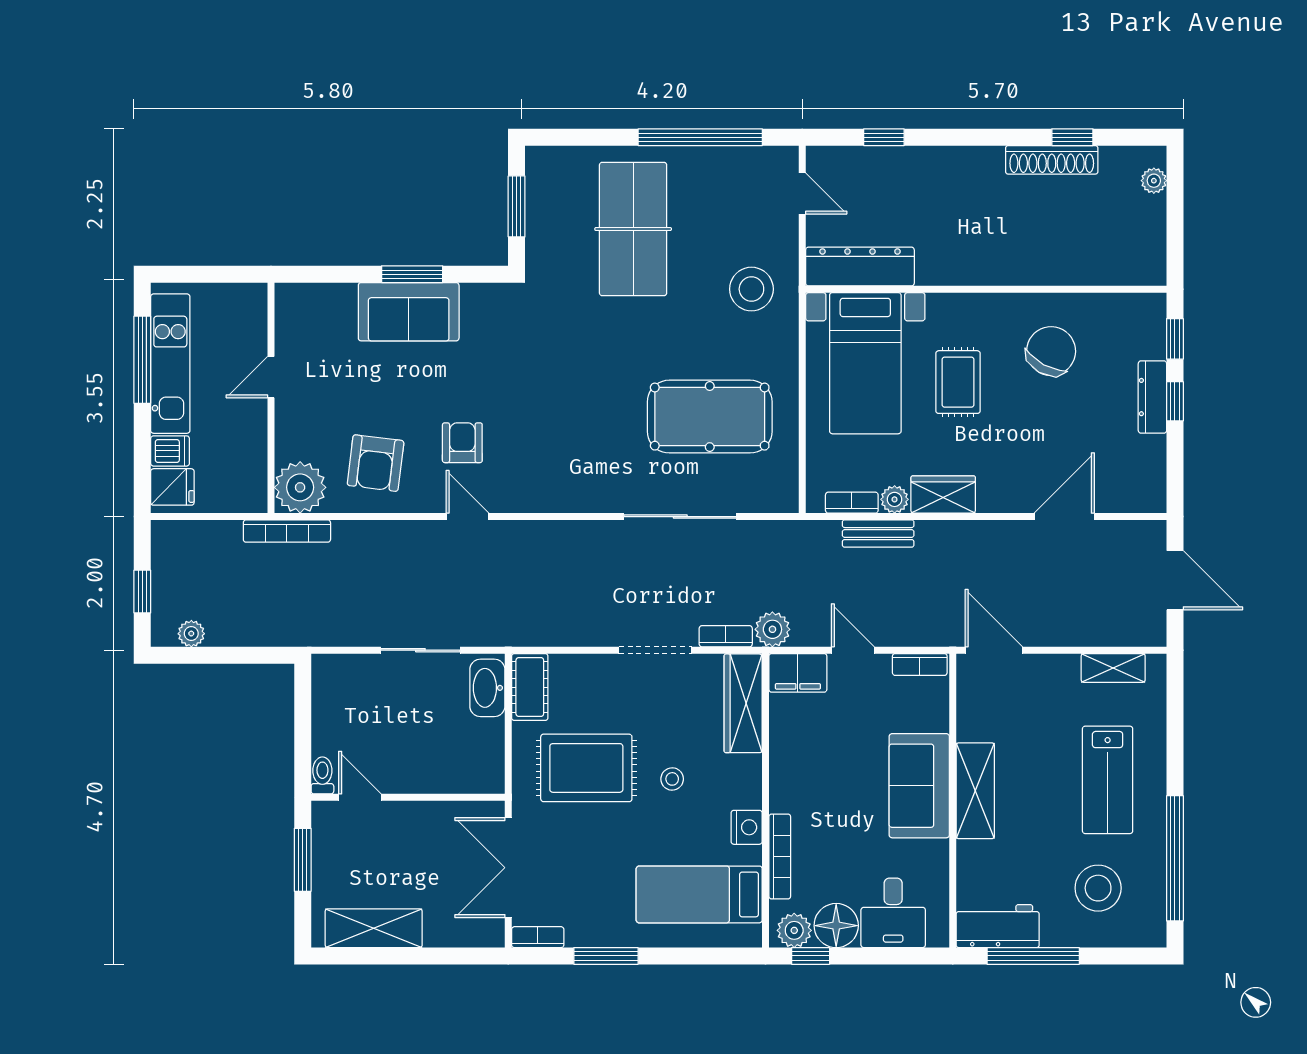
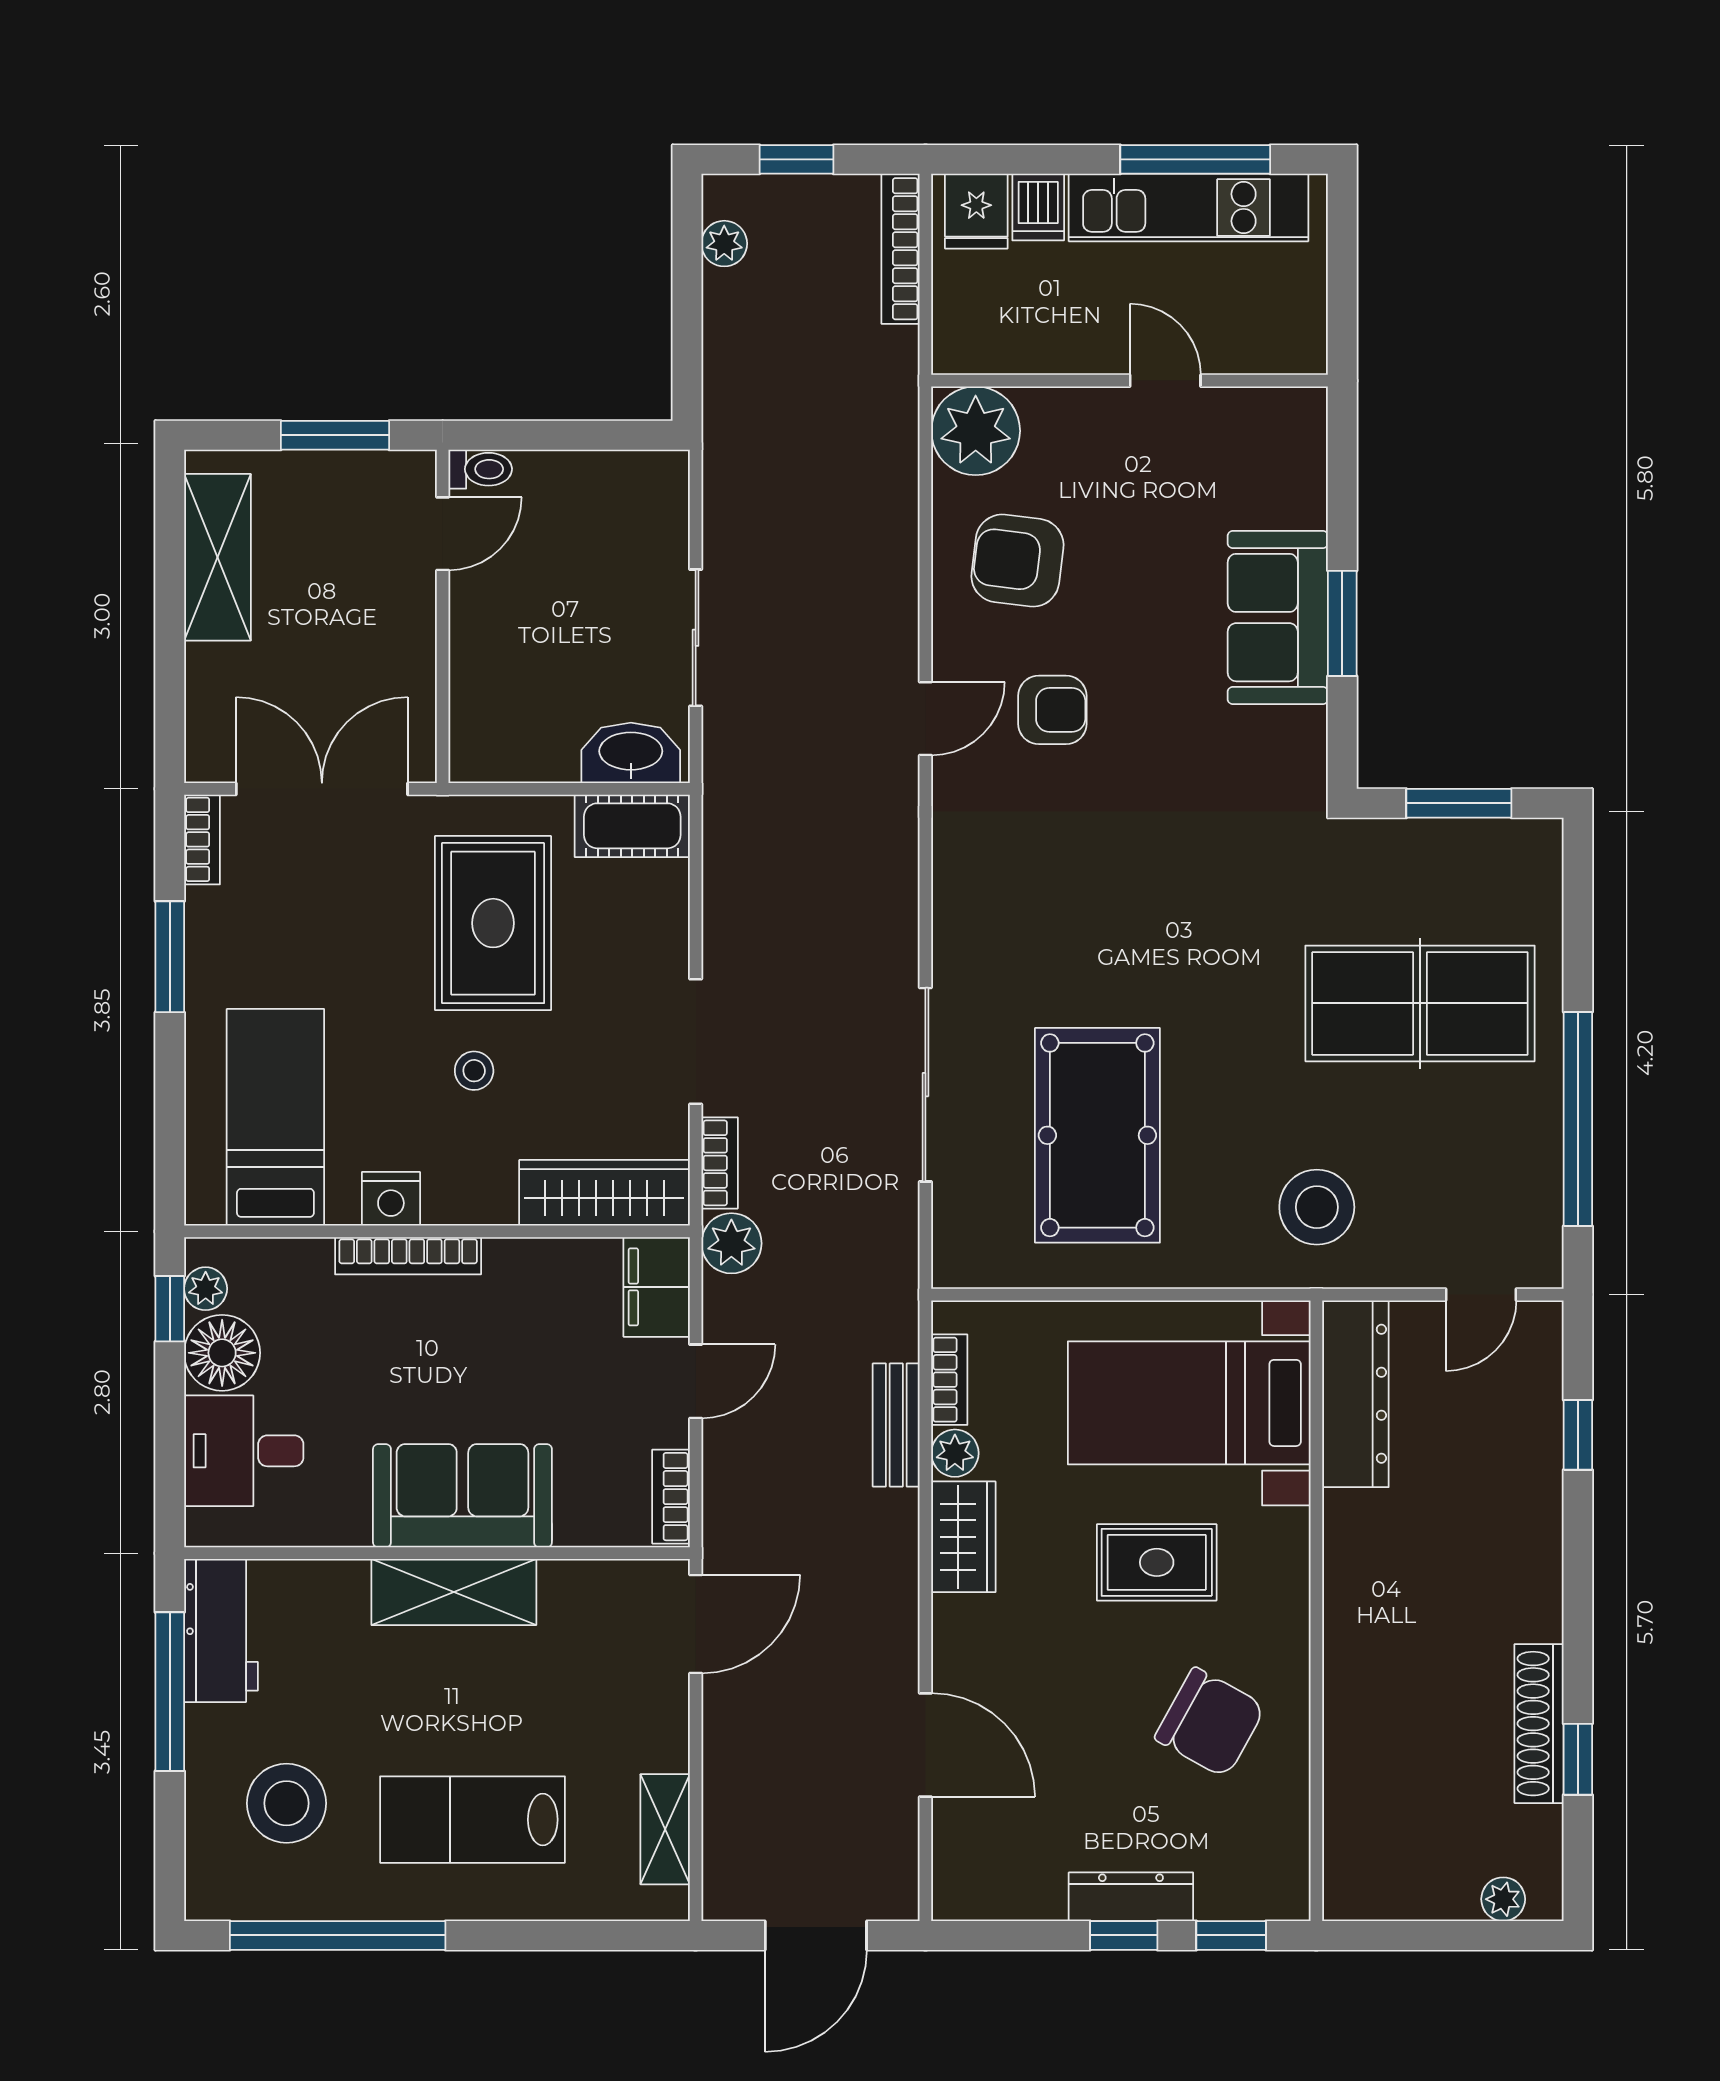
bookcase: (287, 531) -> (901, 249), moved
bookcase: (780, 856) -> (408, 1256), moved
plant: (794, 930) -> (206, 1289), width x0.73, depth x0.73

